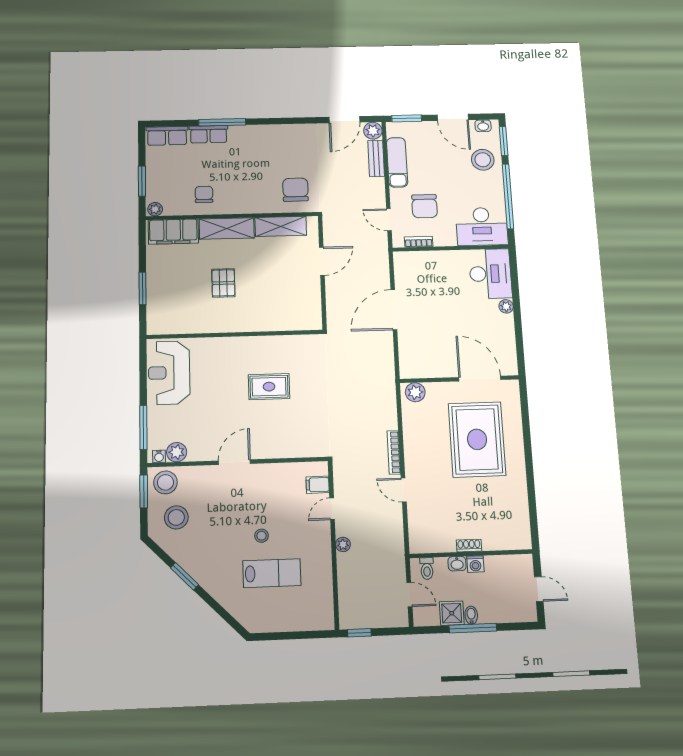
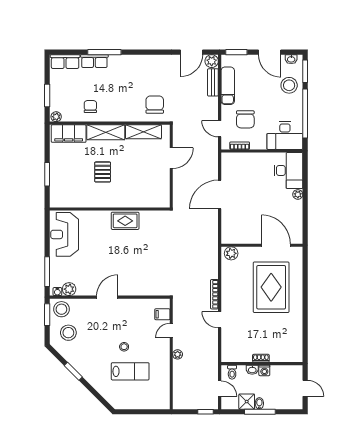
rug: (269, 387) -> (125, 221), moved
window: (359, 633) -> (205, 412), moved

